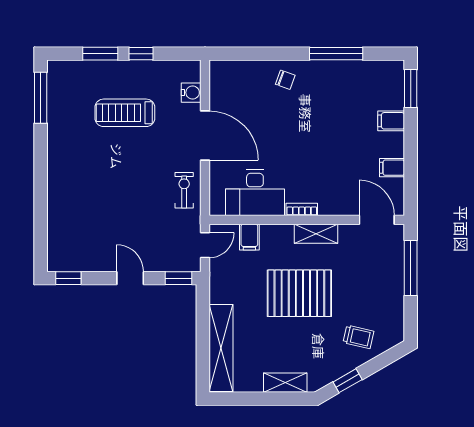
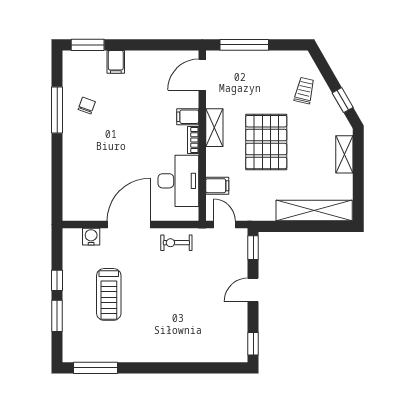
chair: (285, 80) -> (87, 106), moved
filing cabinet: (392, 168) -> (188, 117), moved, turned 90

